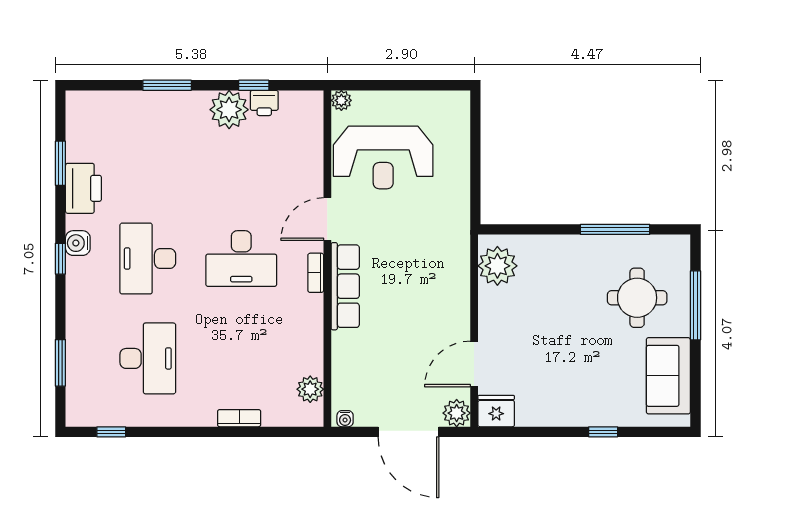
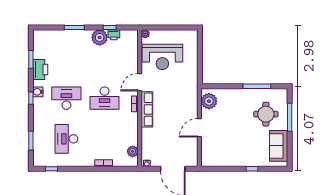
desk: (148, 259) -> (66, 98), turned 90
desk: (148, 358) -> (66, 139), turned 180
door: (474, 364) -> (199, 128), moved
fridge: (496, 411) -> (208, 160), removed
plant: (457, 413) -> (192, 161), removed

